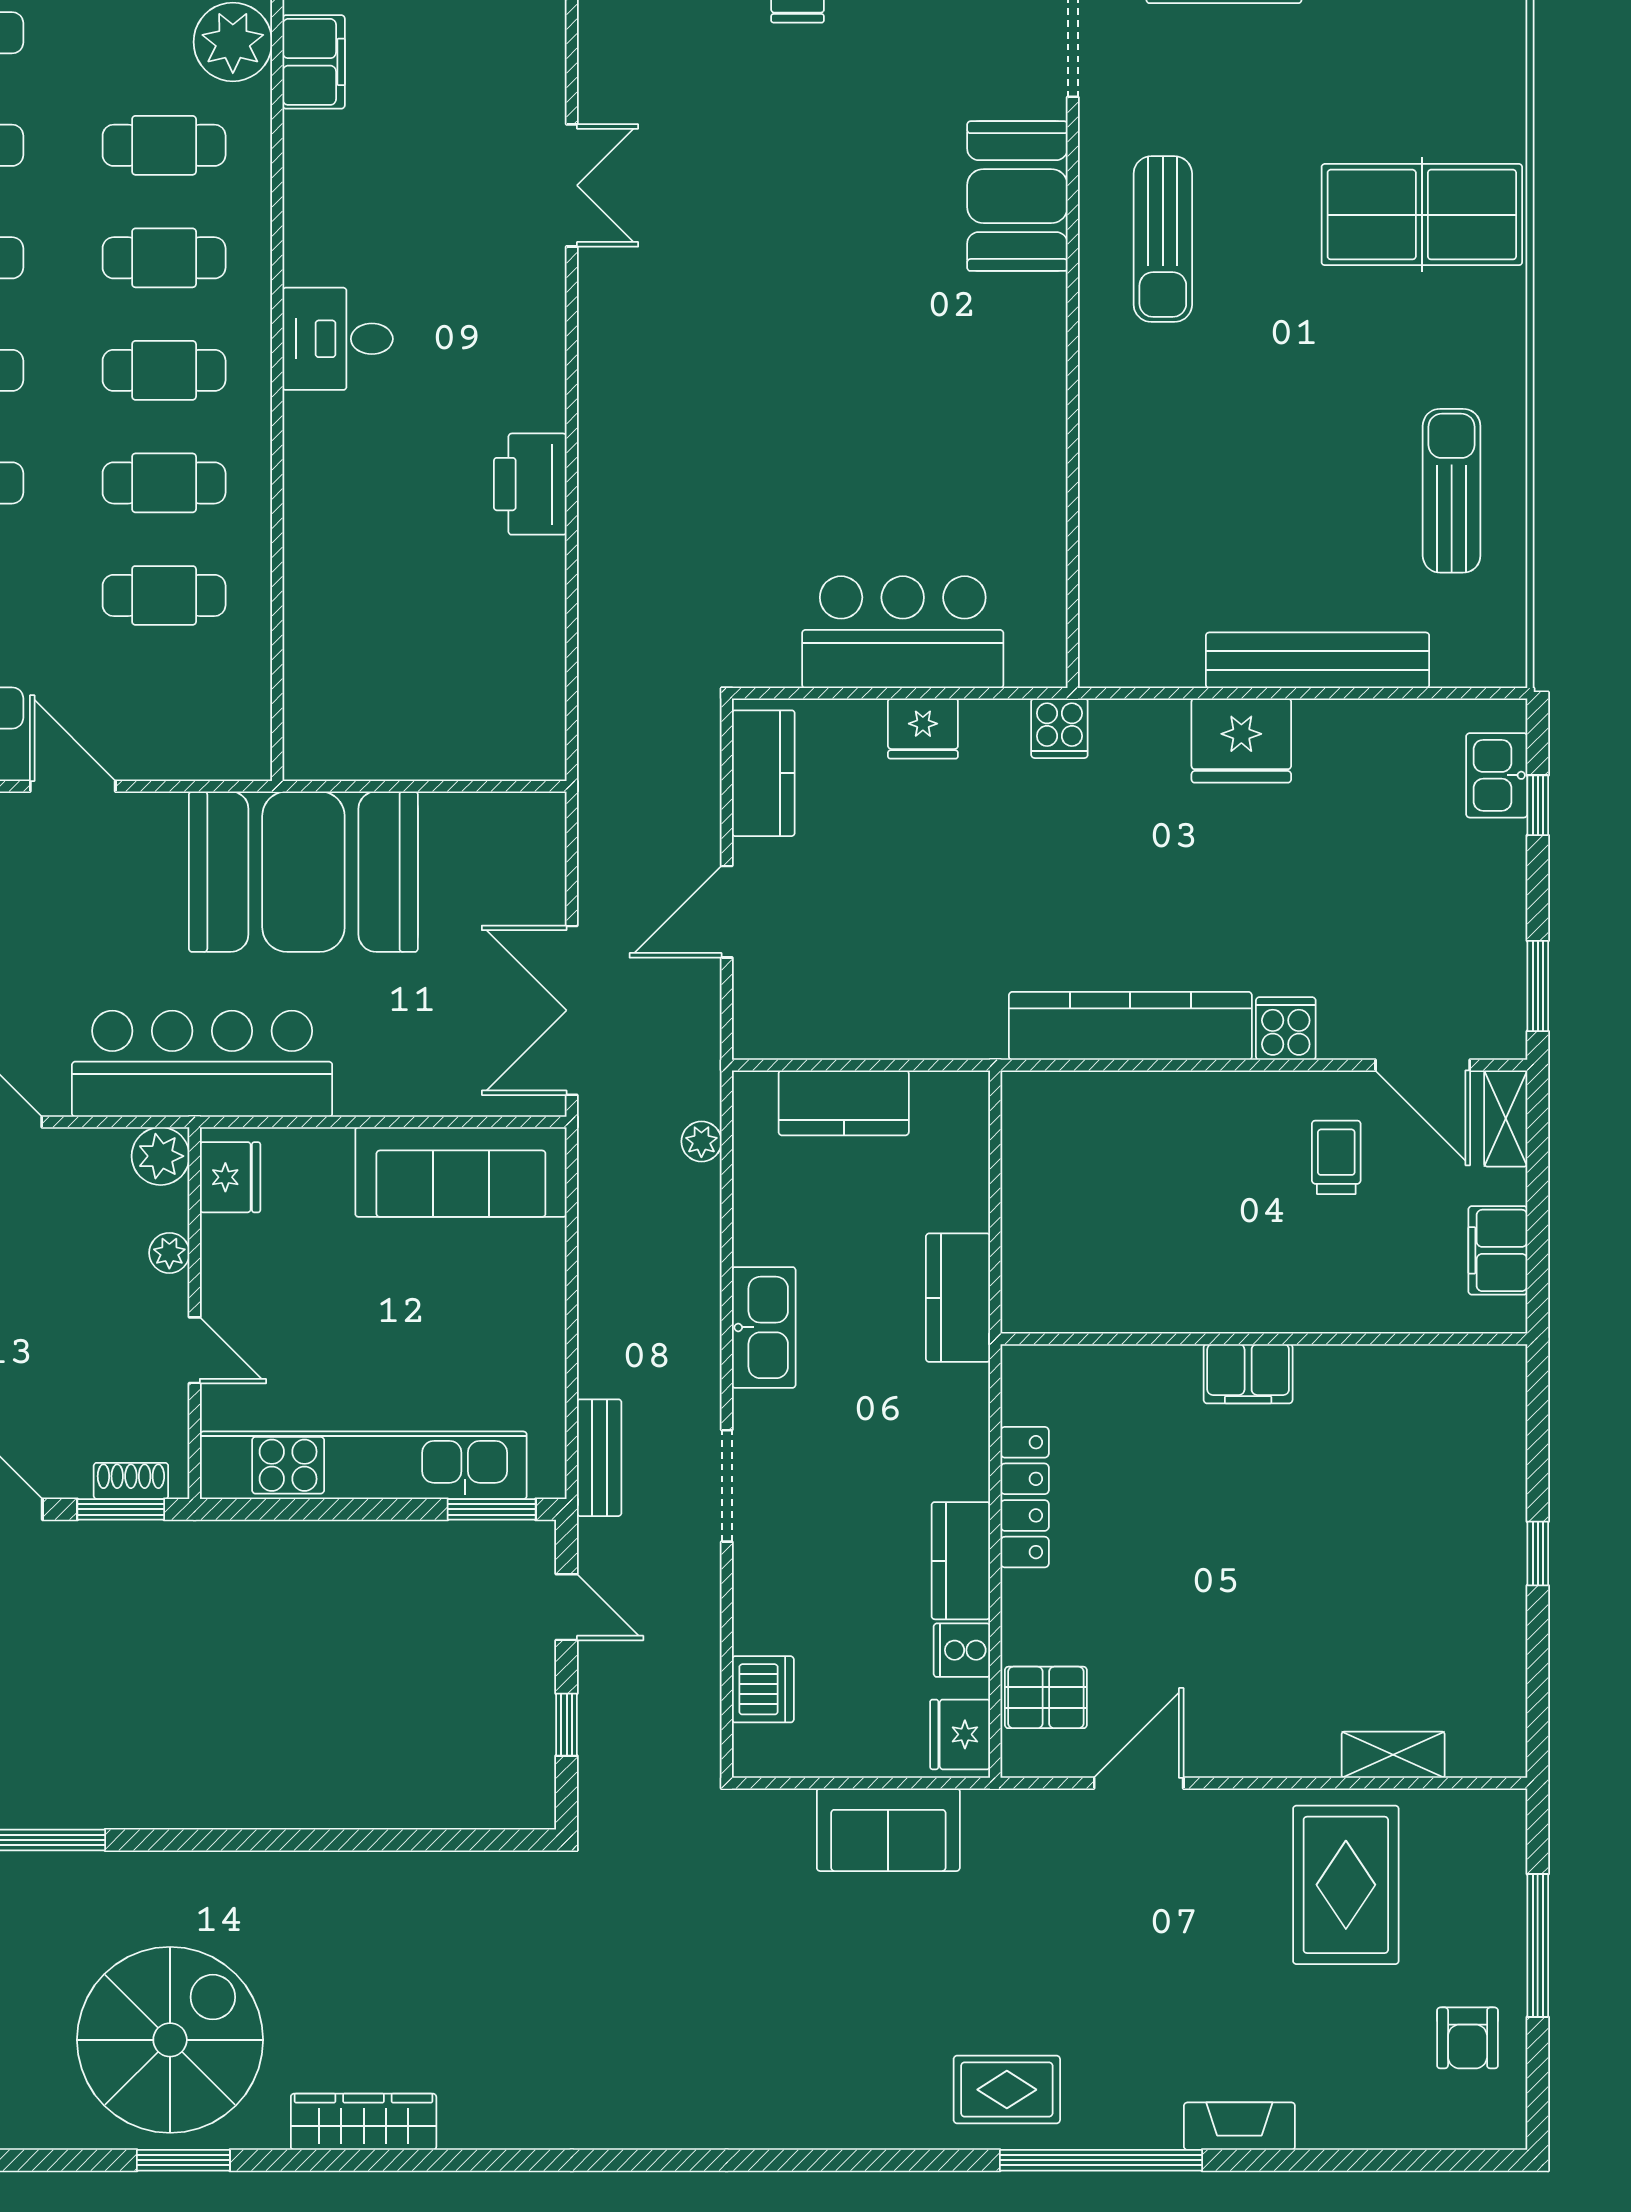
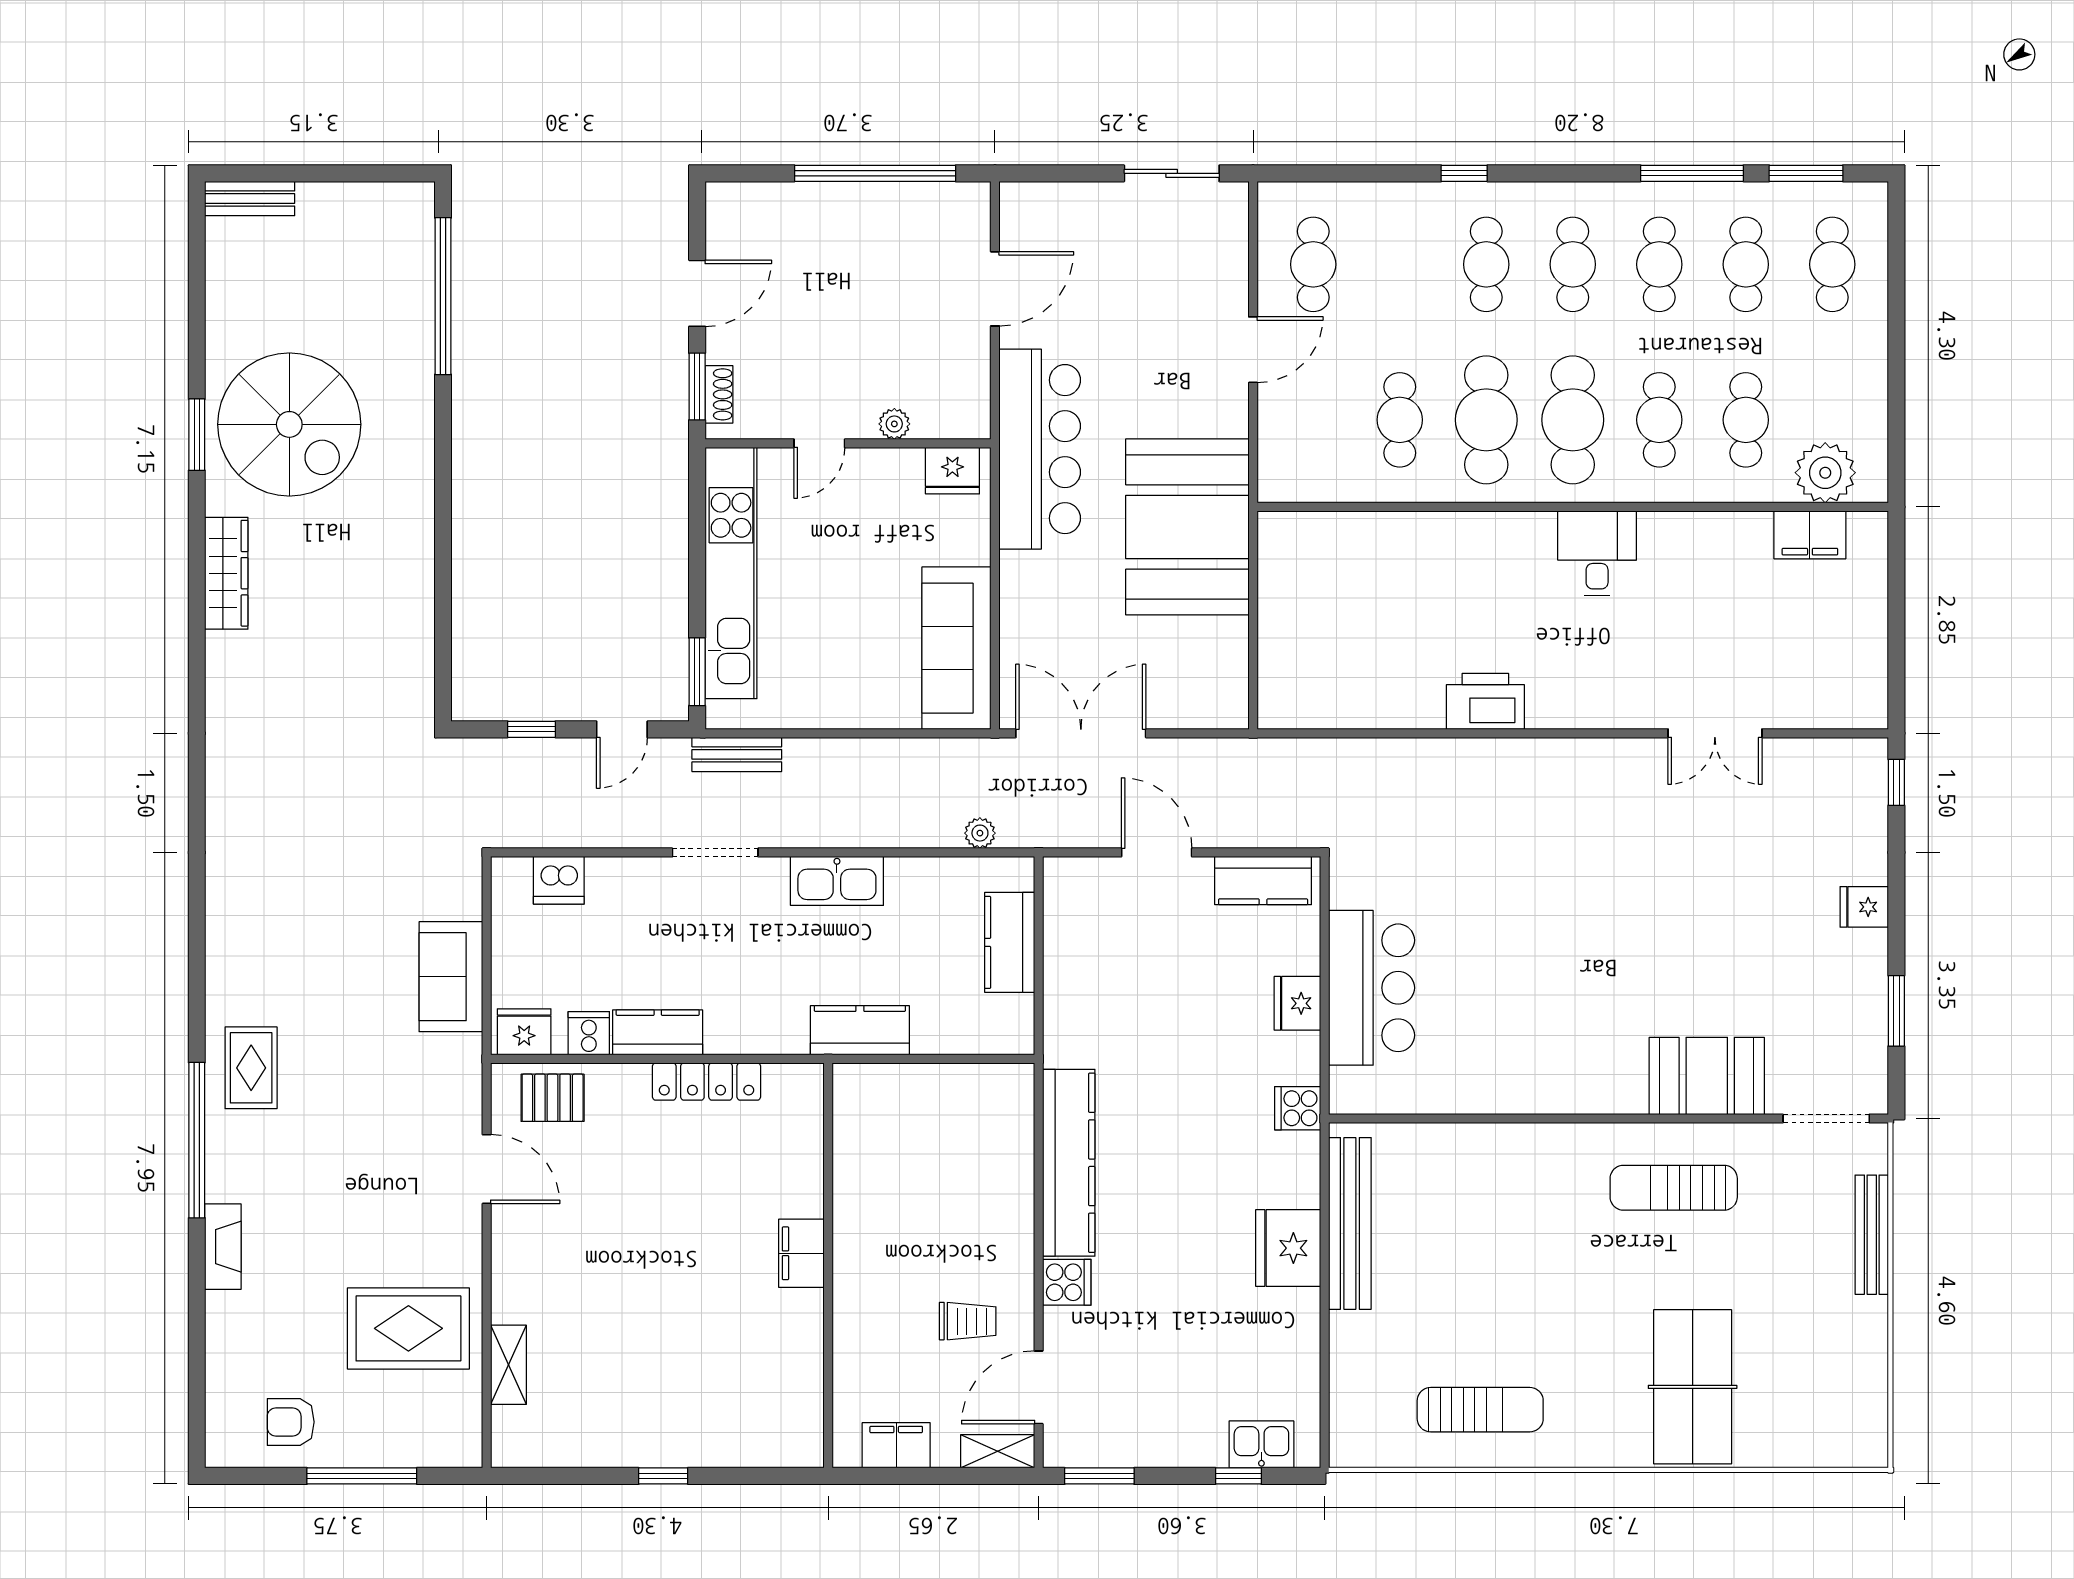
cafe table: (164, 370) -> (1573, 420), width x1.37, depth x1.35
cafe table: (164, 483) -> (1486, 420), width x1.37, depth x1.35
bench: (1318, 660) -> (1350, 1223), moved
plant: (161, 1156) -> (969, 417), removed
pallet: (1046, 1697) -> (553, 1098), turned 90

